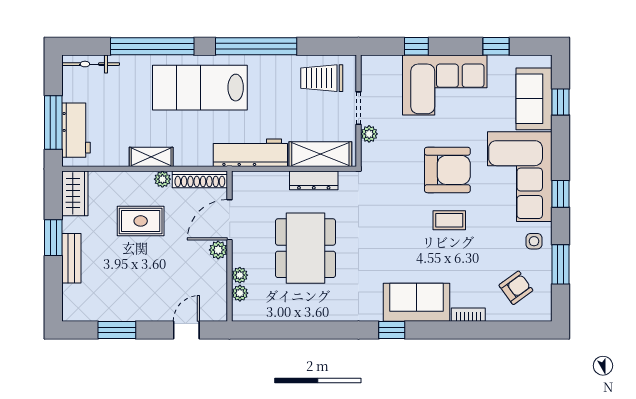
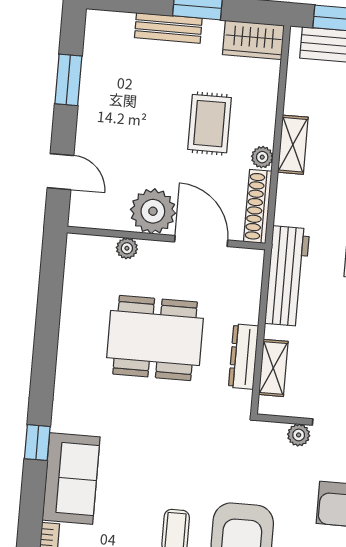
shelving: (320, 154) -> (273, 368), width x0.67, depth x0.75
plant: (218, 250) -> (153, 211), width x1.88, depth x1.88
plant: (240, 293) -> (103, 246), removed

